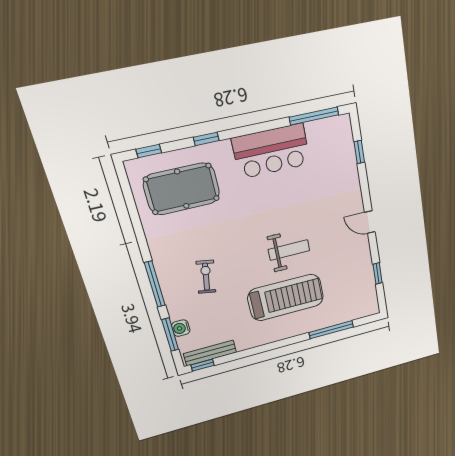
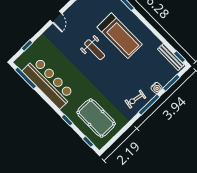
bar counter: (271, 151) -> (49, 83), width x1.36
weight bench: (289, 250) -> (95, 50), turned 180
exercise bike: (206, 277) -> (135, 99), moved
treadmill: (286, 297) -> (120, 36), turned 180
water cooler: (181, 328) -> (157, 88), moved

